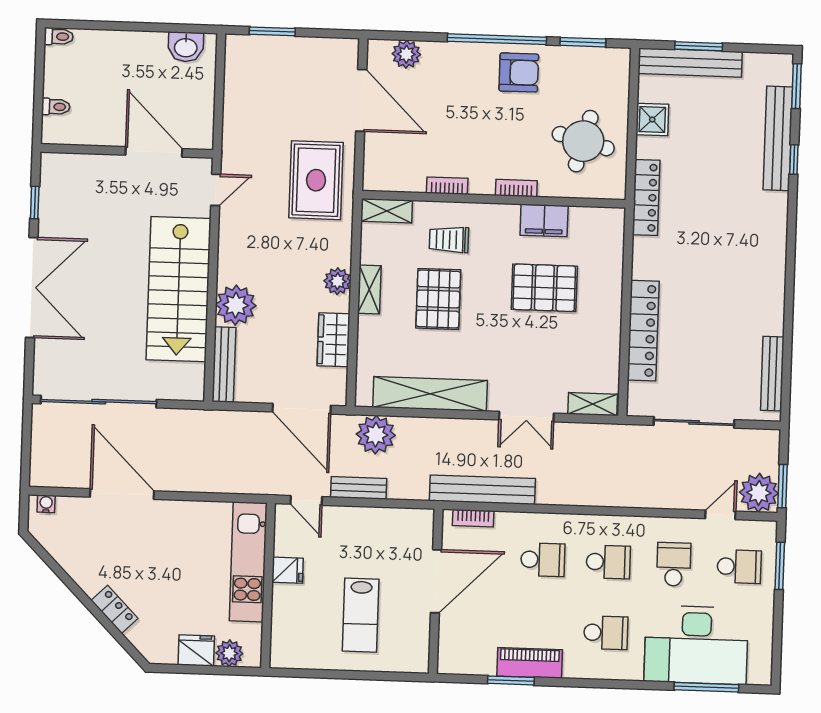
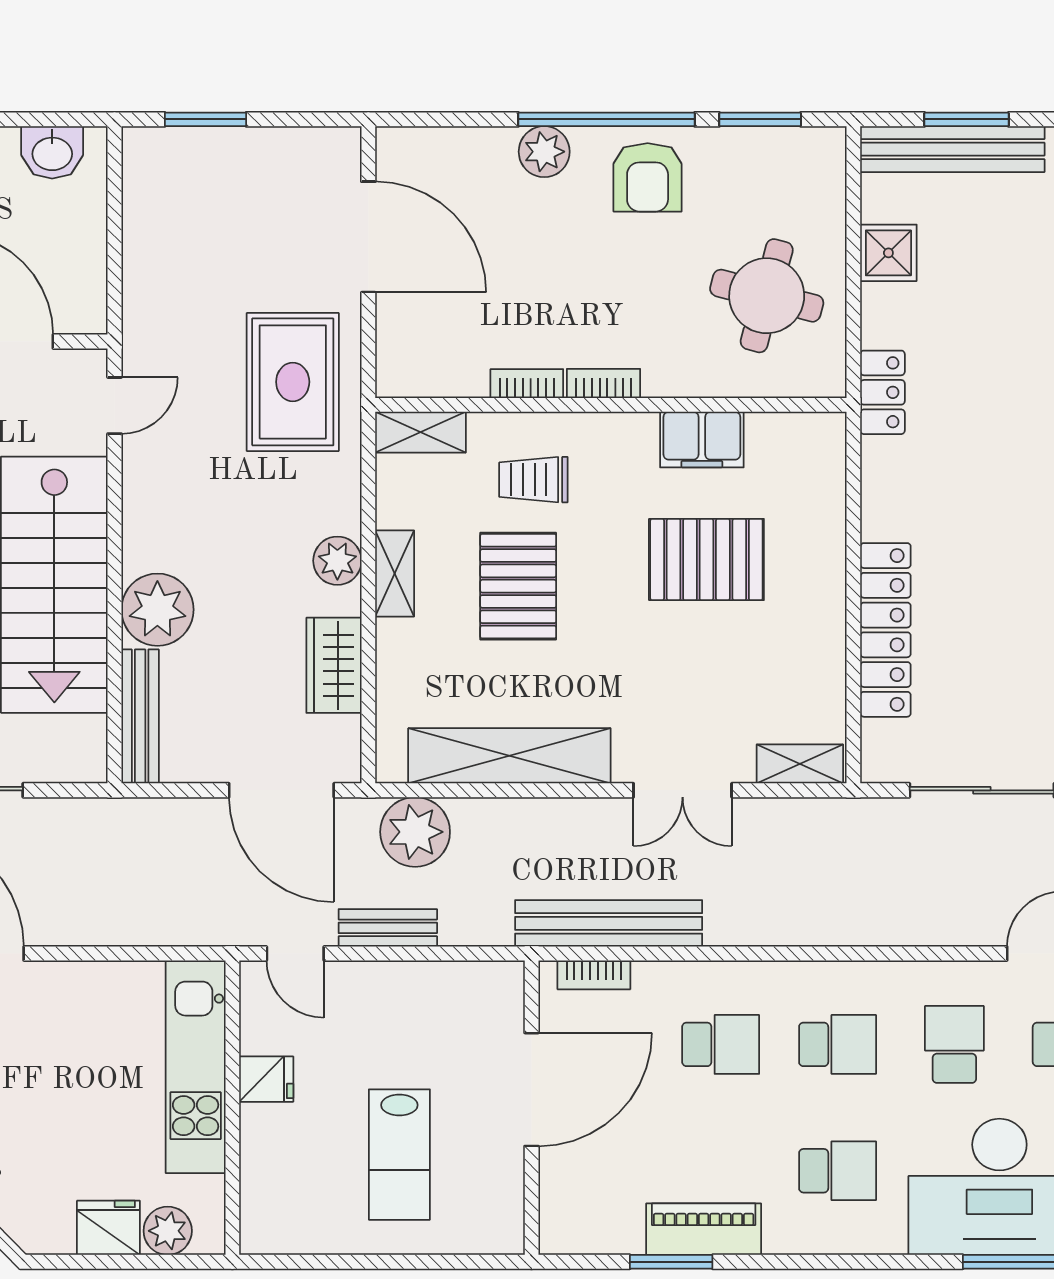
plant: (406, 54) -> (544, 152), moved
armchair: (519, 73) -> (648, 177), turned 90
bookcase: (516, 188) -> (604, 383), moved
locker: (646, 198) -> (883, 392), width x0.66

